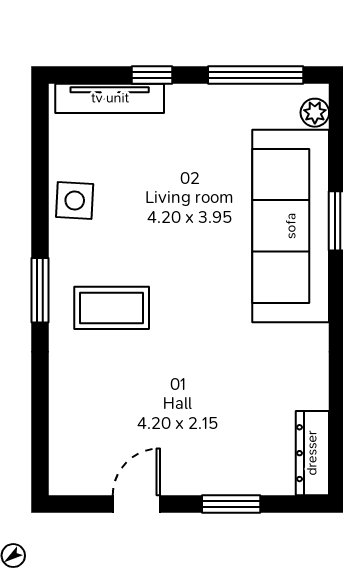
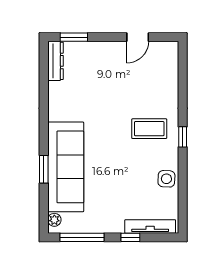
window: (40, 290) -> (183, 137), width x0.67
window: (231, 504) -> (74, 37), moved

